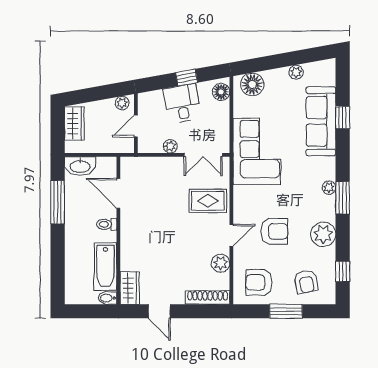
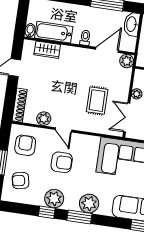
plant: (129, 166) -> (127, 61), added
plant: (329, 188) -> (89, 204), width x1.88, depth x1.88
rug: (208, 201) -> (97, 101), moved
armchair: (274, 231) -> (62, 162), turned -90
window: (343, 271) -> (47, 212), moved
wardrobe: (130, 288) -> (47, 50), moved

